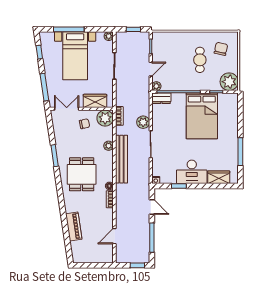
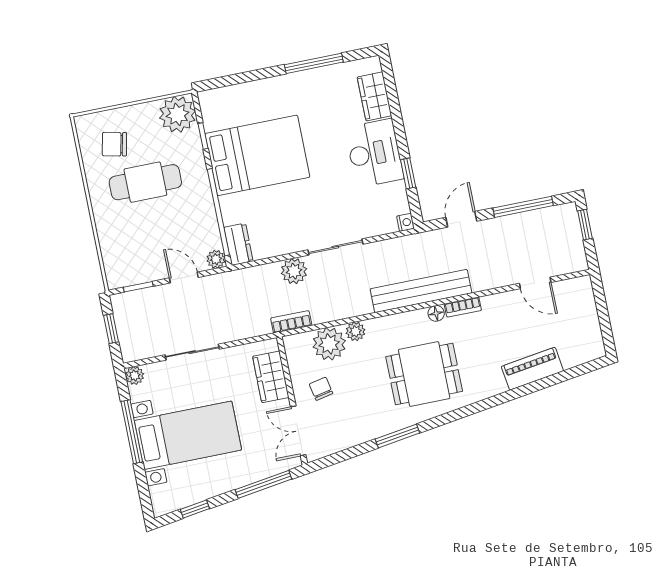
window: (69, 29) -> (132, 432), moved
cafe table: (200, 60) -> (145, 182), width x1.37, depth x1.35
plant: (105, 118) -> (329, 344), moved
bench: (121, 159) -> (421, 291), moved

